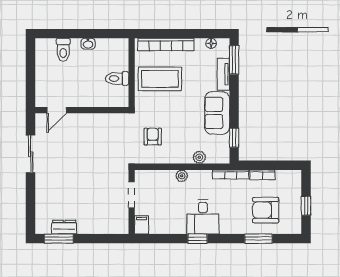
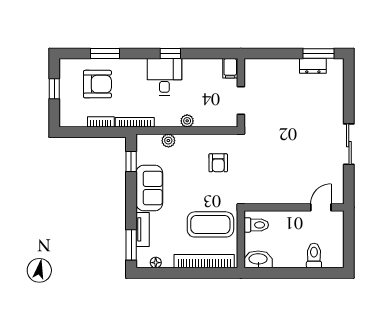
washbasin: (88, 44) -> (258, 259), moved, width x1.91, depth x1.45
door: (57, 110) -> (321, 207), moved
wall: (82, 110) -> (294, 207), moved

